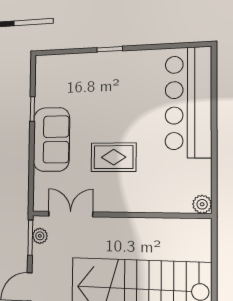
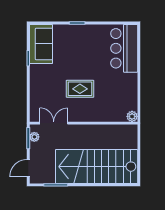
bar counter: (188, 102) -> (124, 48), width x0.73
sofa: (51, 139) -> (41, 44), moved

